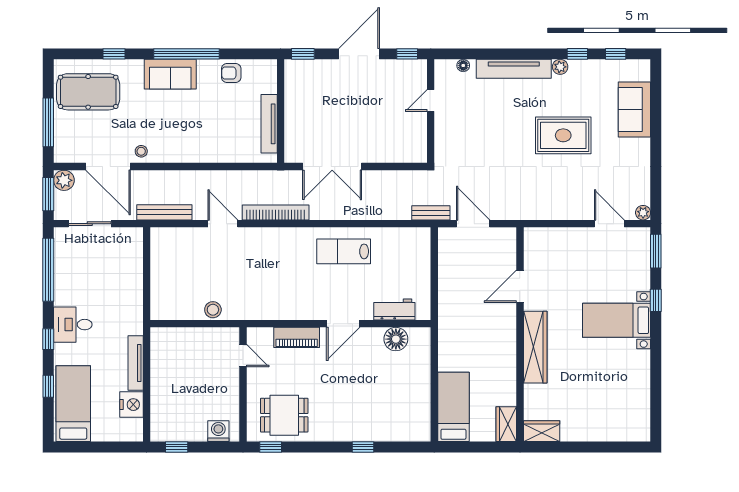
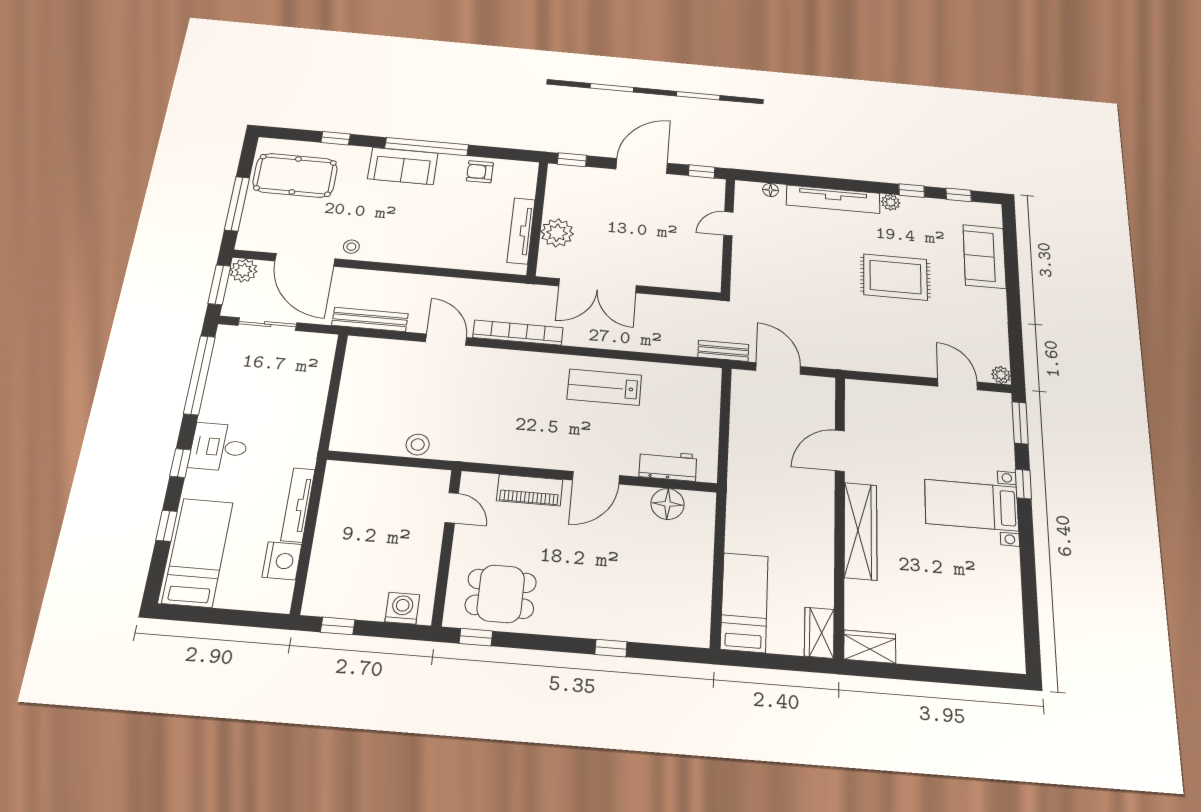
plant: (297, 123) -> (557, 233), added

